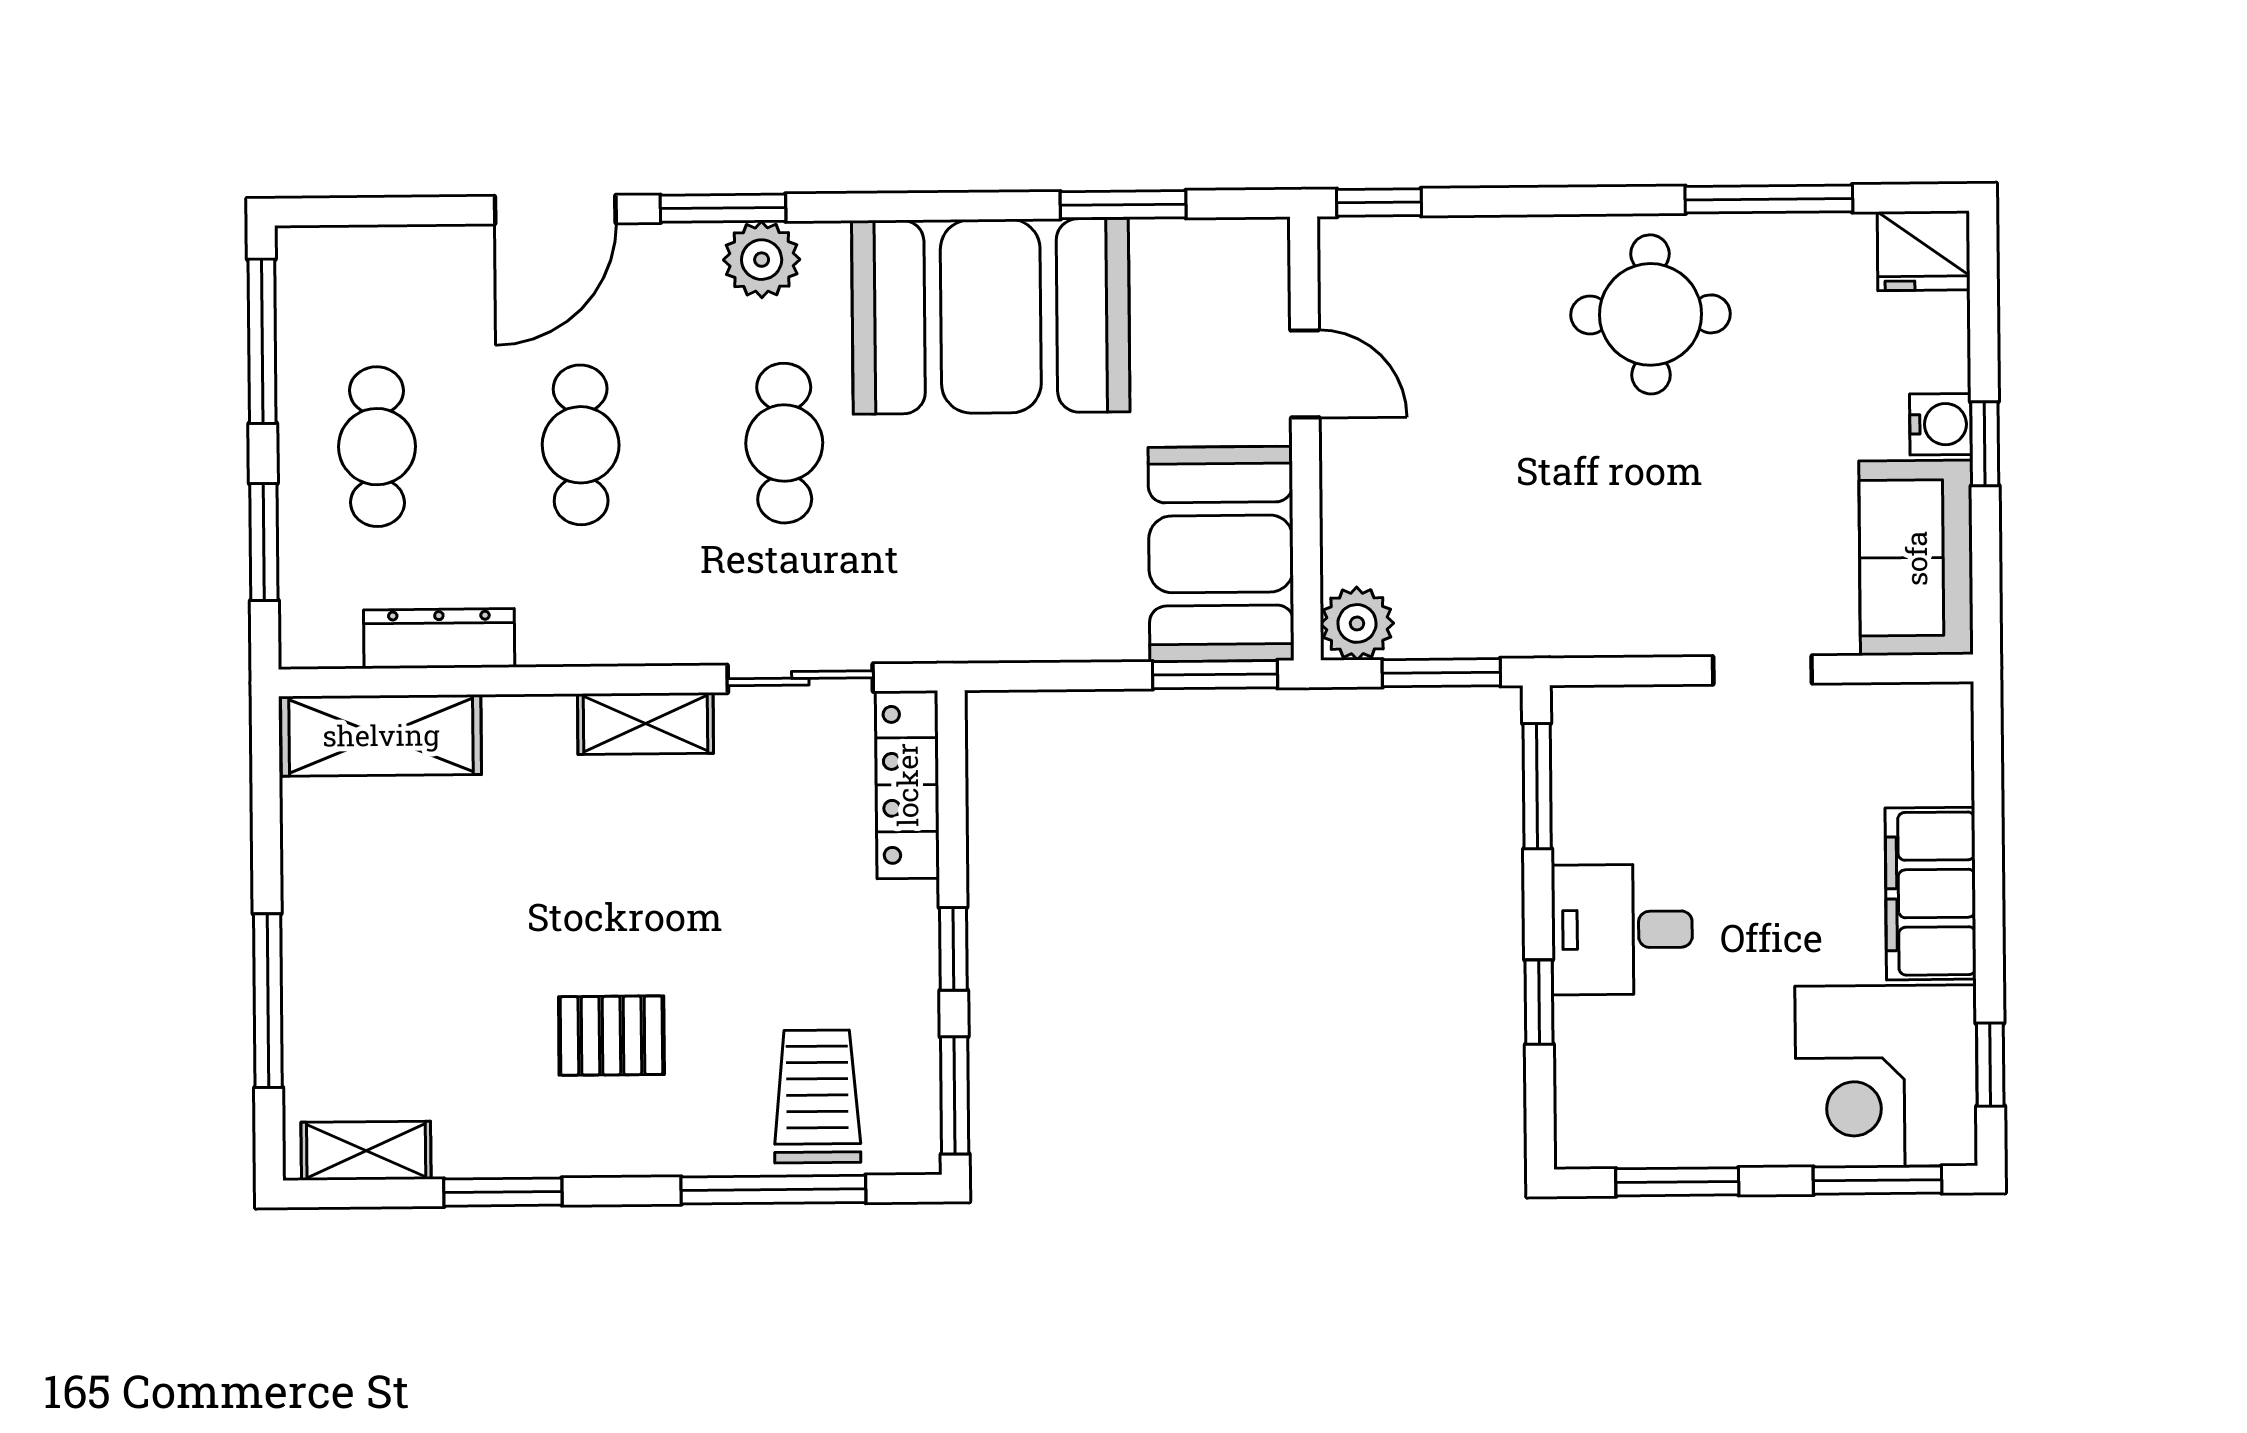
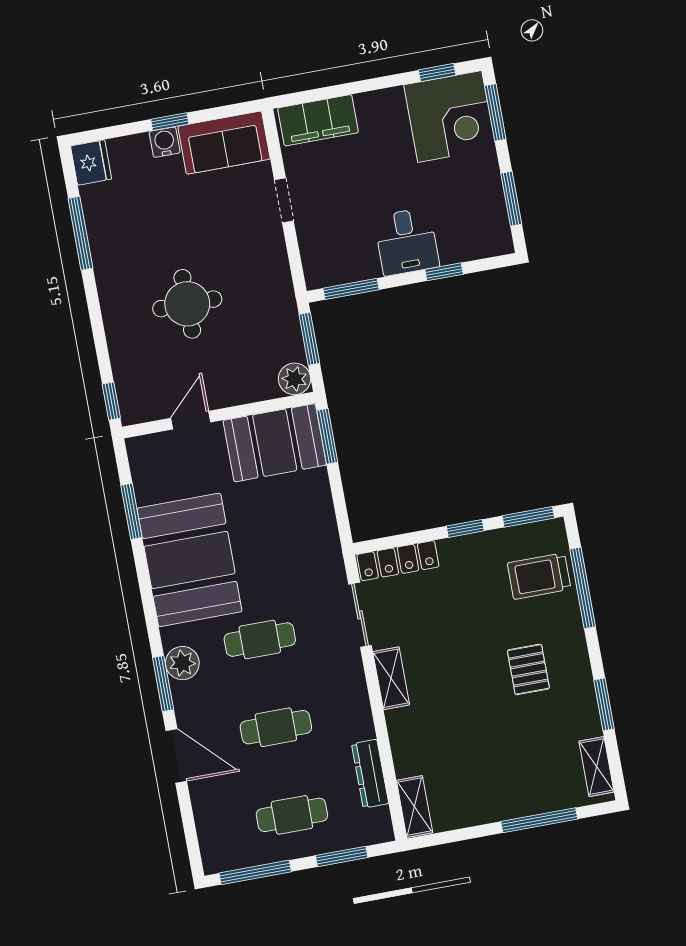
round table: (1651, 314) -> (187, 304), moved
shelving: (381, 735) -> (415, 807), width x0.67, depth x0.75
filing cabinet: (1931, 894) -> (318, 120), moved

